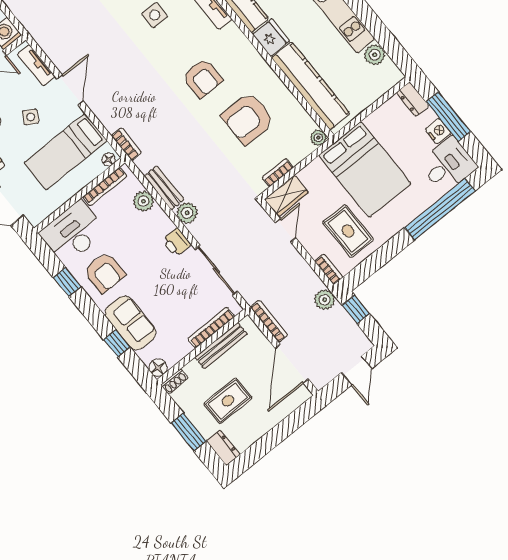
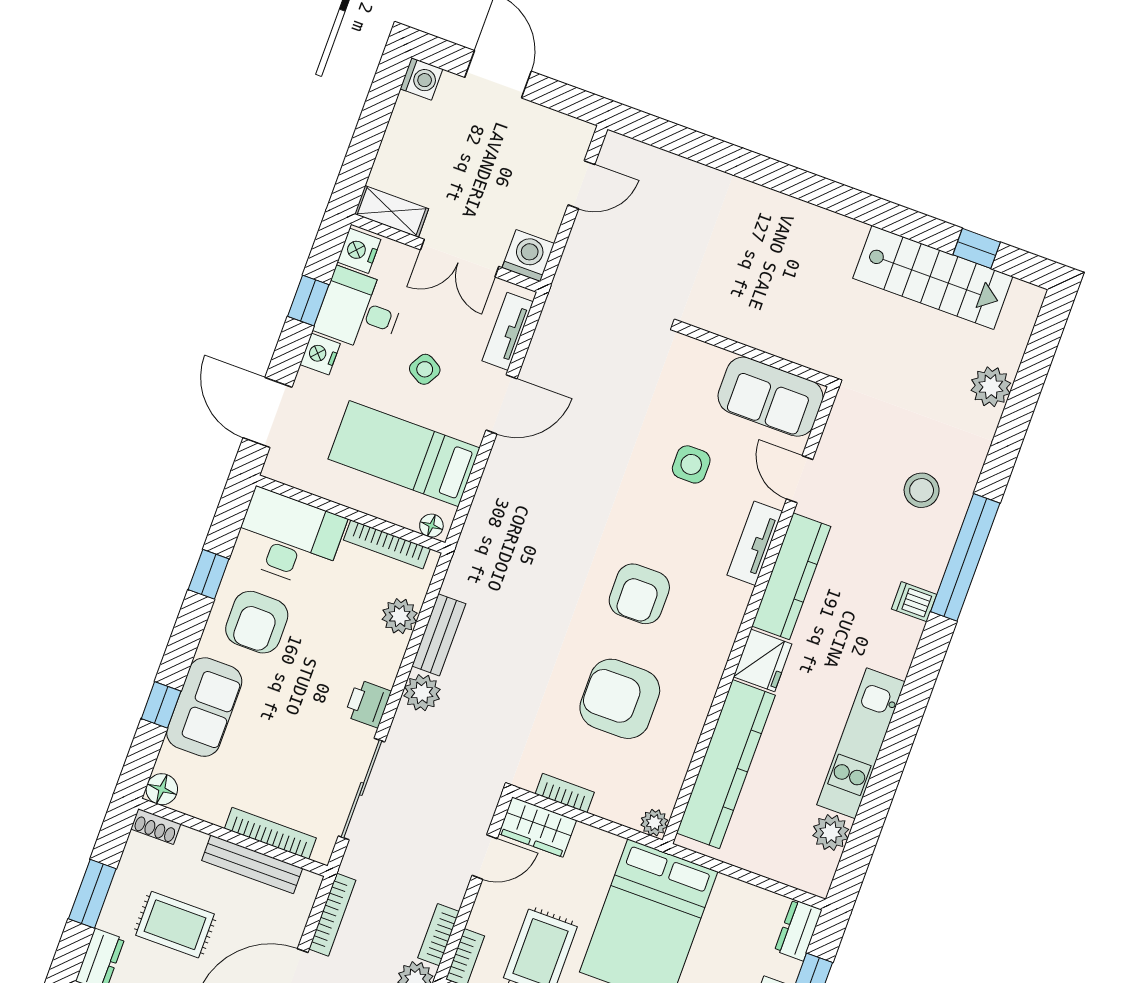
bookcase: (126, 144) -> (438, 935), moved, turned 180

